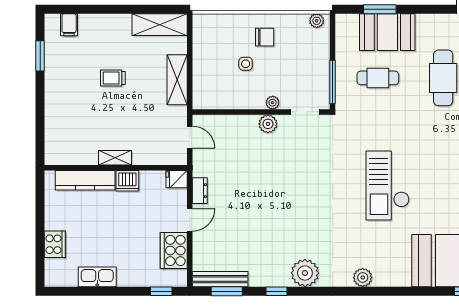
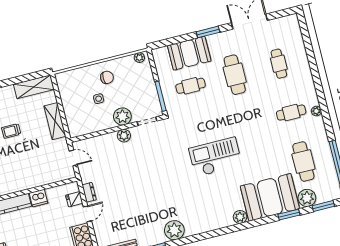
window: (380, 9) -> (208, 32), moved
plant: (273, 103) -> (122, 116), width x1.88, depth x1.88
shelving: (115, 158) -> (26, 184), removed
fridge: (177, 179) -> (74, 199), moved
checkout: (388, 186) -> (215, 157), turned 90
plant: (363, 278) -> (240, 217), moved

